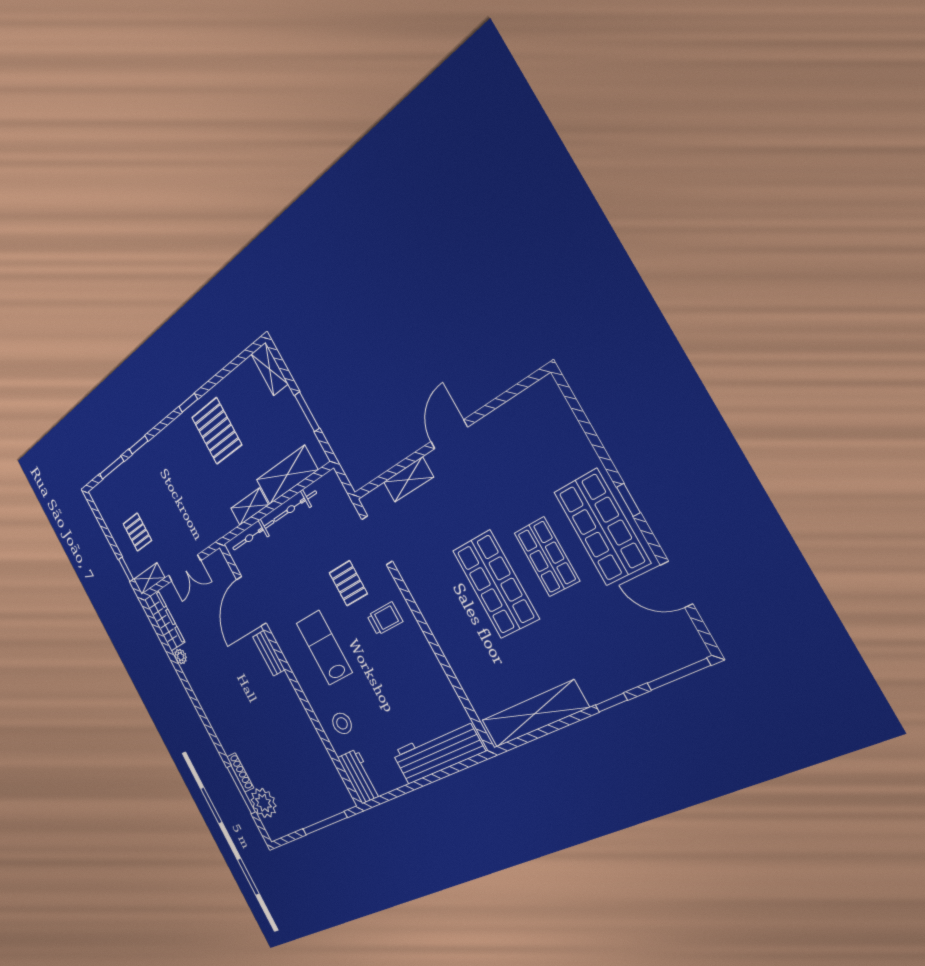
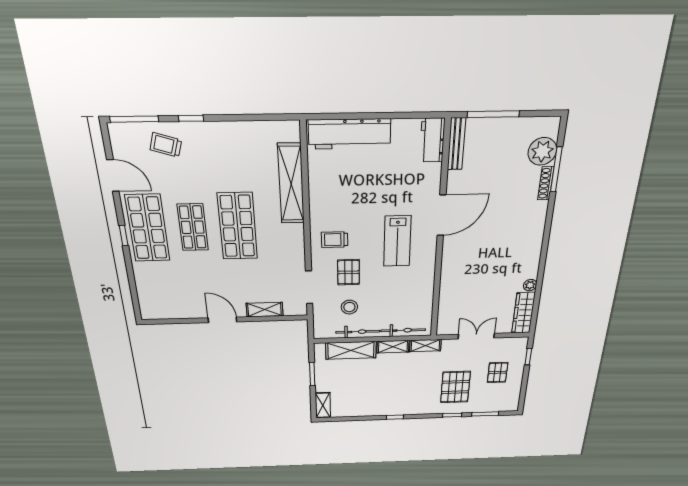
pallet: (217, 431) -> (455, 387), moved
door: (449, 434) -> (222, 320), swing flipped
shelving: (149, 579) -> (425, 346), moved
door: (251, 601) -> (442, 215), moved
bench: (269, 653) -> (456, 144), moved, width x1.36
trolley: (627, 656) -> (166, 145), added
shelving: (534, 714) -> (291, 184), moved, turned 90
stool: (342, 723) -> (349, 307), moved

